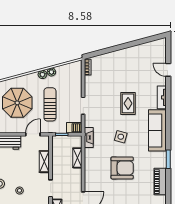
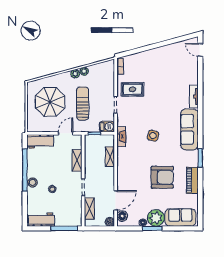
door: (168, 70) -> (200, 50), moved
rug: (128, 103) -> (132, 89), moved, turned 90
armchair: (122, 168) -> (162, 177), moved

